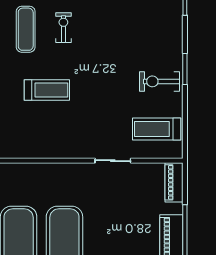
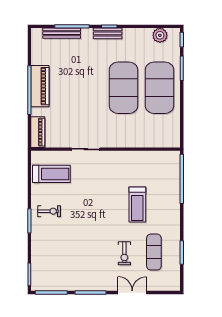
exercise bike: (160, 81) -> (49, 211), width x0.73, depth x0.72
treadmill: (47, 90) -> (137, 204), turned -90

